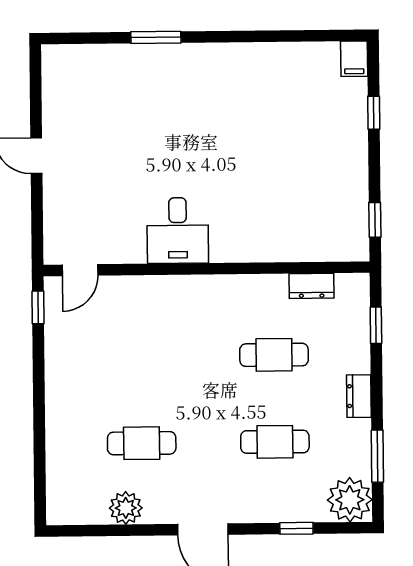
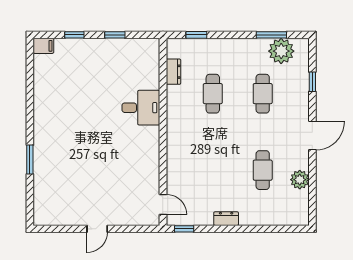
window: (375, 220) -> (115, 35), moved
desk: (178, 231) -> (141, 108), moved
dresser: (359, 396) -> (226, 219), moved, turned 180
plant: (350, 500) -> (281, 51), moved

